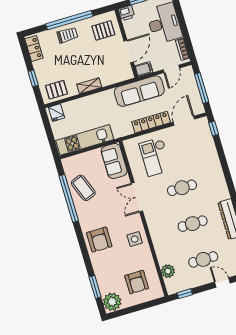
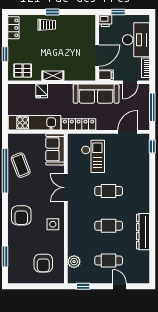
window: (69, 20) -> (52, 12), width x0.32
pallet: (103, 30) -> (80, 30), removed
fridge: (56, 113) -> (42, 91), moved
locker: (151, 122) -> (79, 124), moved
checkout: (155, 157) -> (93, 156), turned 180
plant: (112, 302) -> (16, 274), removed

